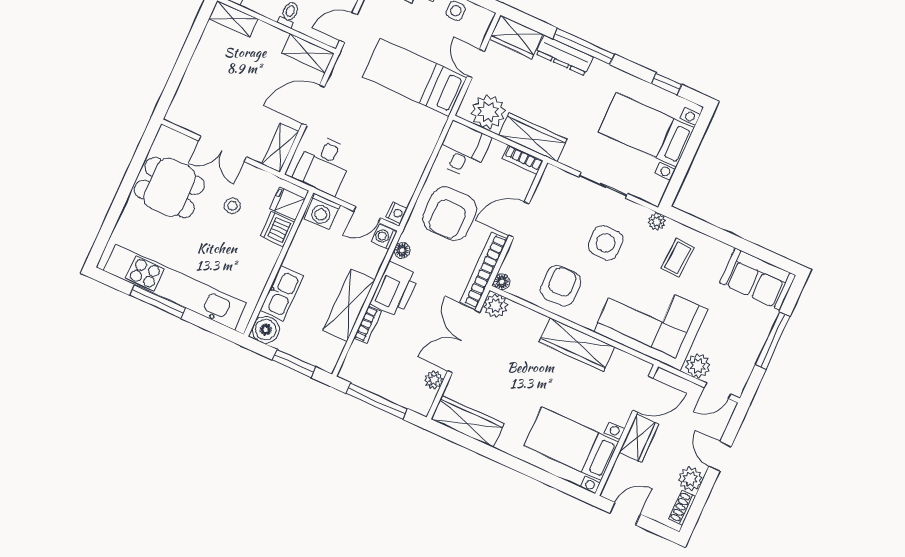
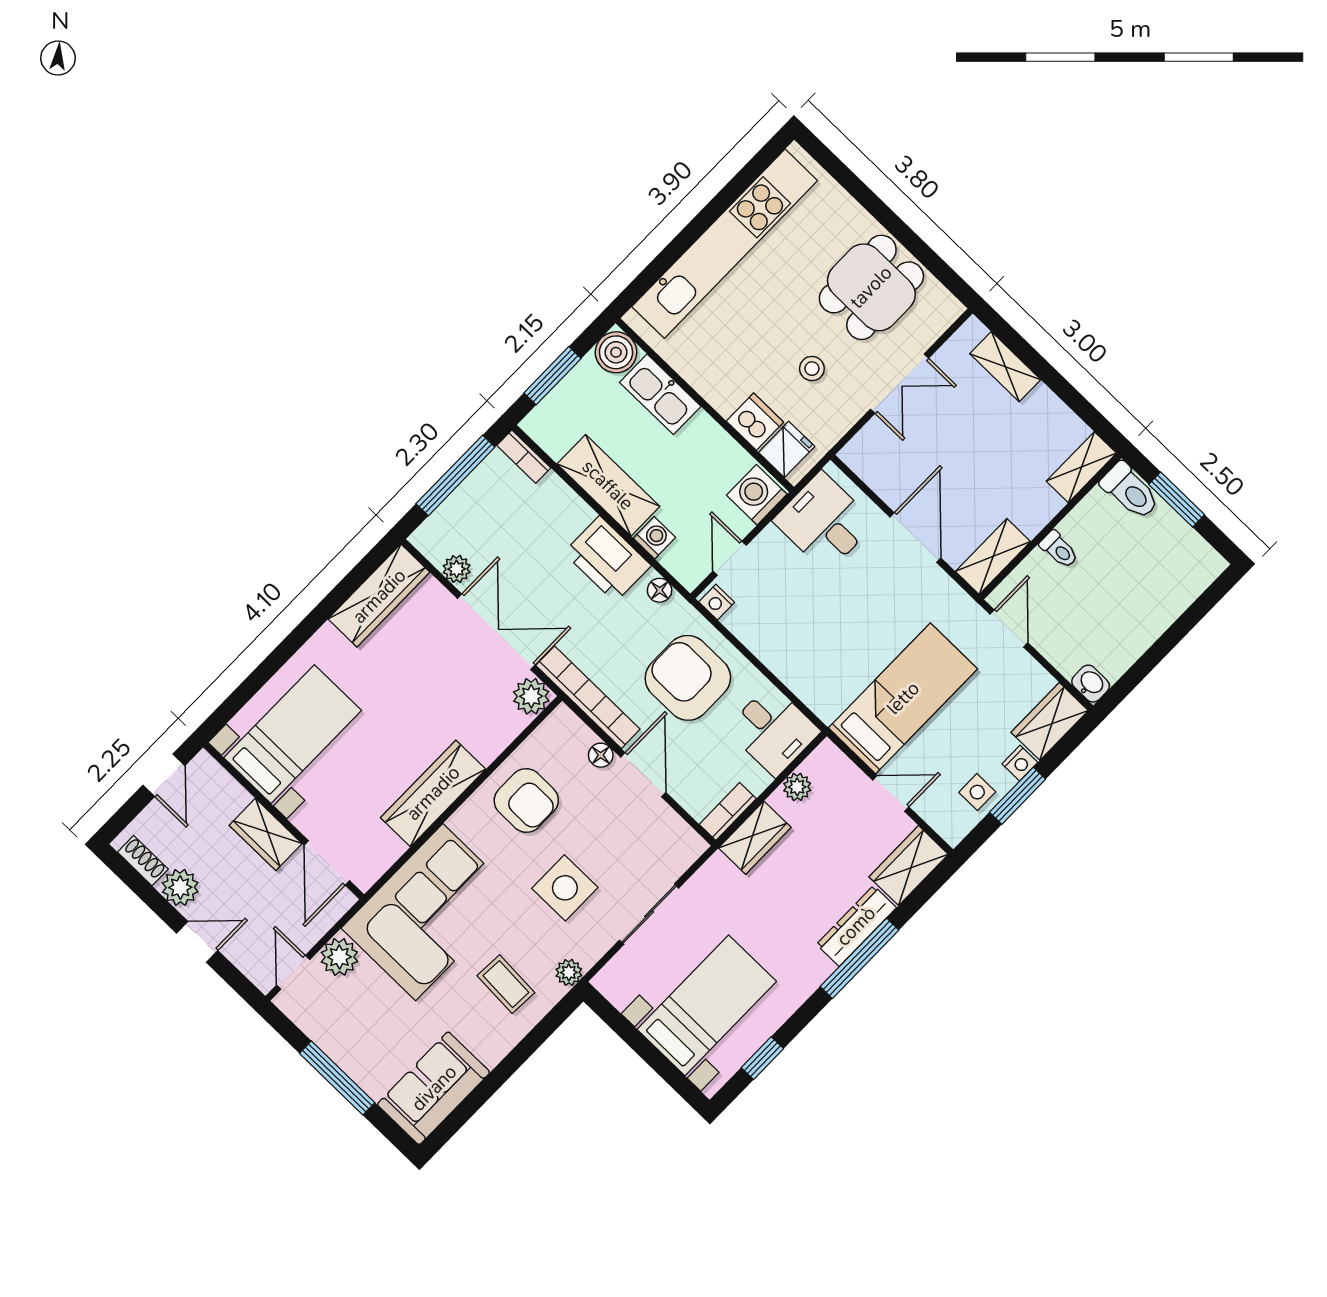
plant: (488, 112) -> (797, 787), width x0.53, depth x0.53
wardrobe: (533, 137) -> (755, 838), width x0.67
shelving: (280, 148) -> (1005, 367), moved
double door: (222, 149) -> (899, 384), swing flipped
washing machine: (384, 237) -> (654, 538), moved
floor lamp: (502, 282) -> (601, 755), moved
window: (157, 302) -> (713, 211), removed
bookcase: (368, 325) -> (524, 457), moved

